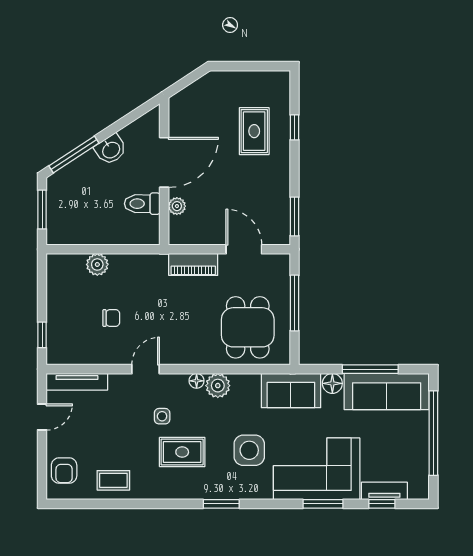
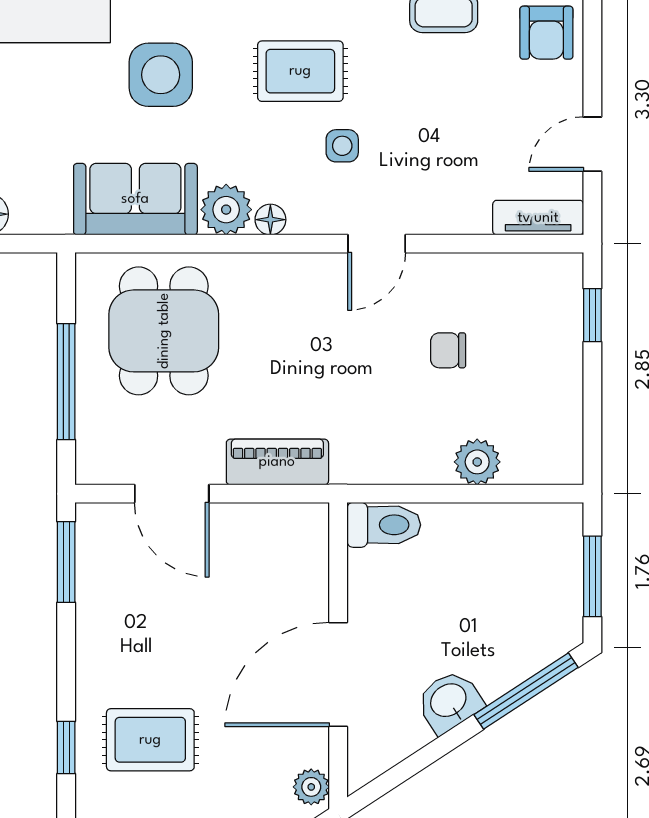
rug: (254, 131) -> (150, 740), turned 90
toilet: (142, 204) -> (384, 525), moved
plant: (177, 206) -> (311, 787), moved
tv unit: (77, 382) -> (538, 218), width x0.71
sofa: (291, 391) -> (135, 199), moved
armchair: (64, 470) -> (546, 33), turned 180

